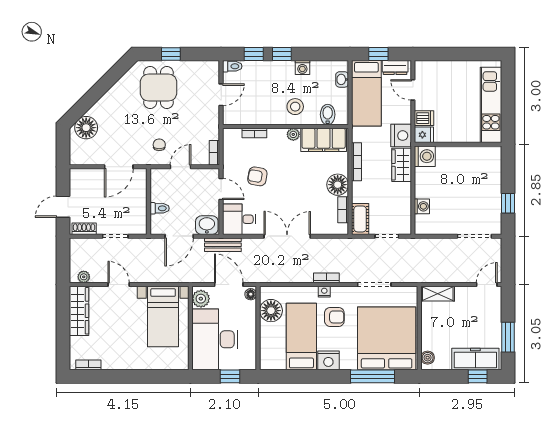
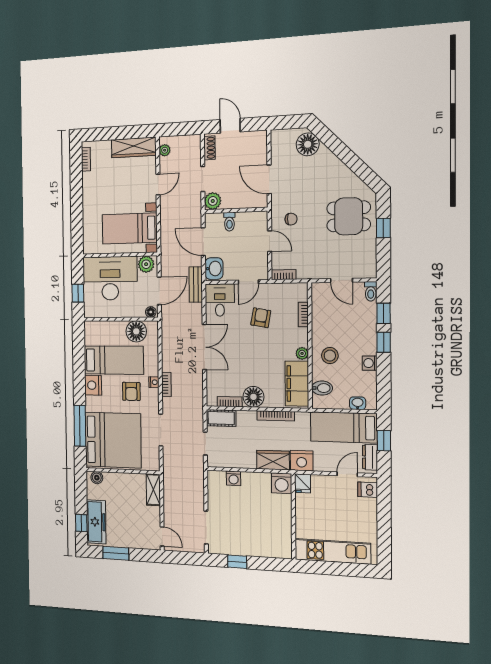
dishwasher: (424, 118) -> (368, 490), moved, turned 90
plant: (138, 226) -> (213, 201), added

